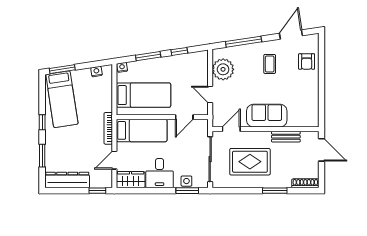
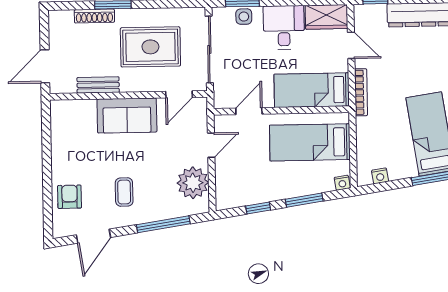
door: (210, 95) -> (211, 145), hinge flipped
door: (322, 150) -> (45, 66), hinge flipped
door: (114, 160) -> (351, 45), hinge flipped
shoe rack: (305, 183) -> (94, 16), moved

